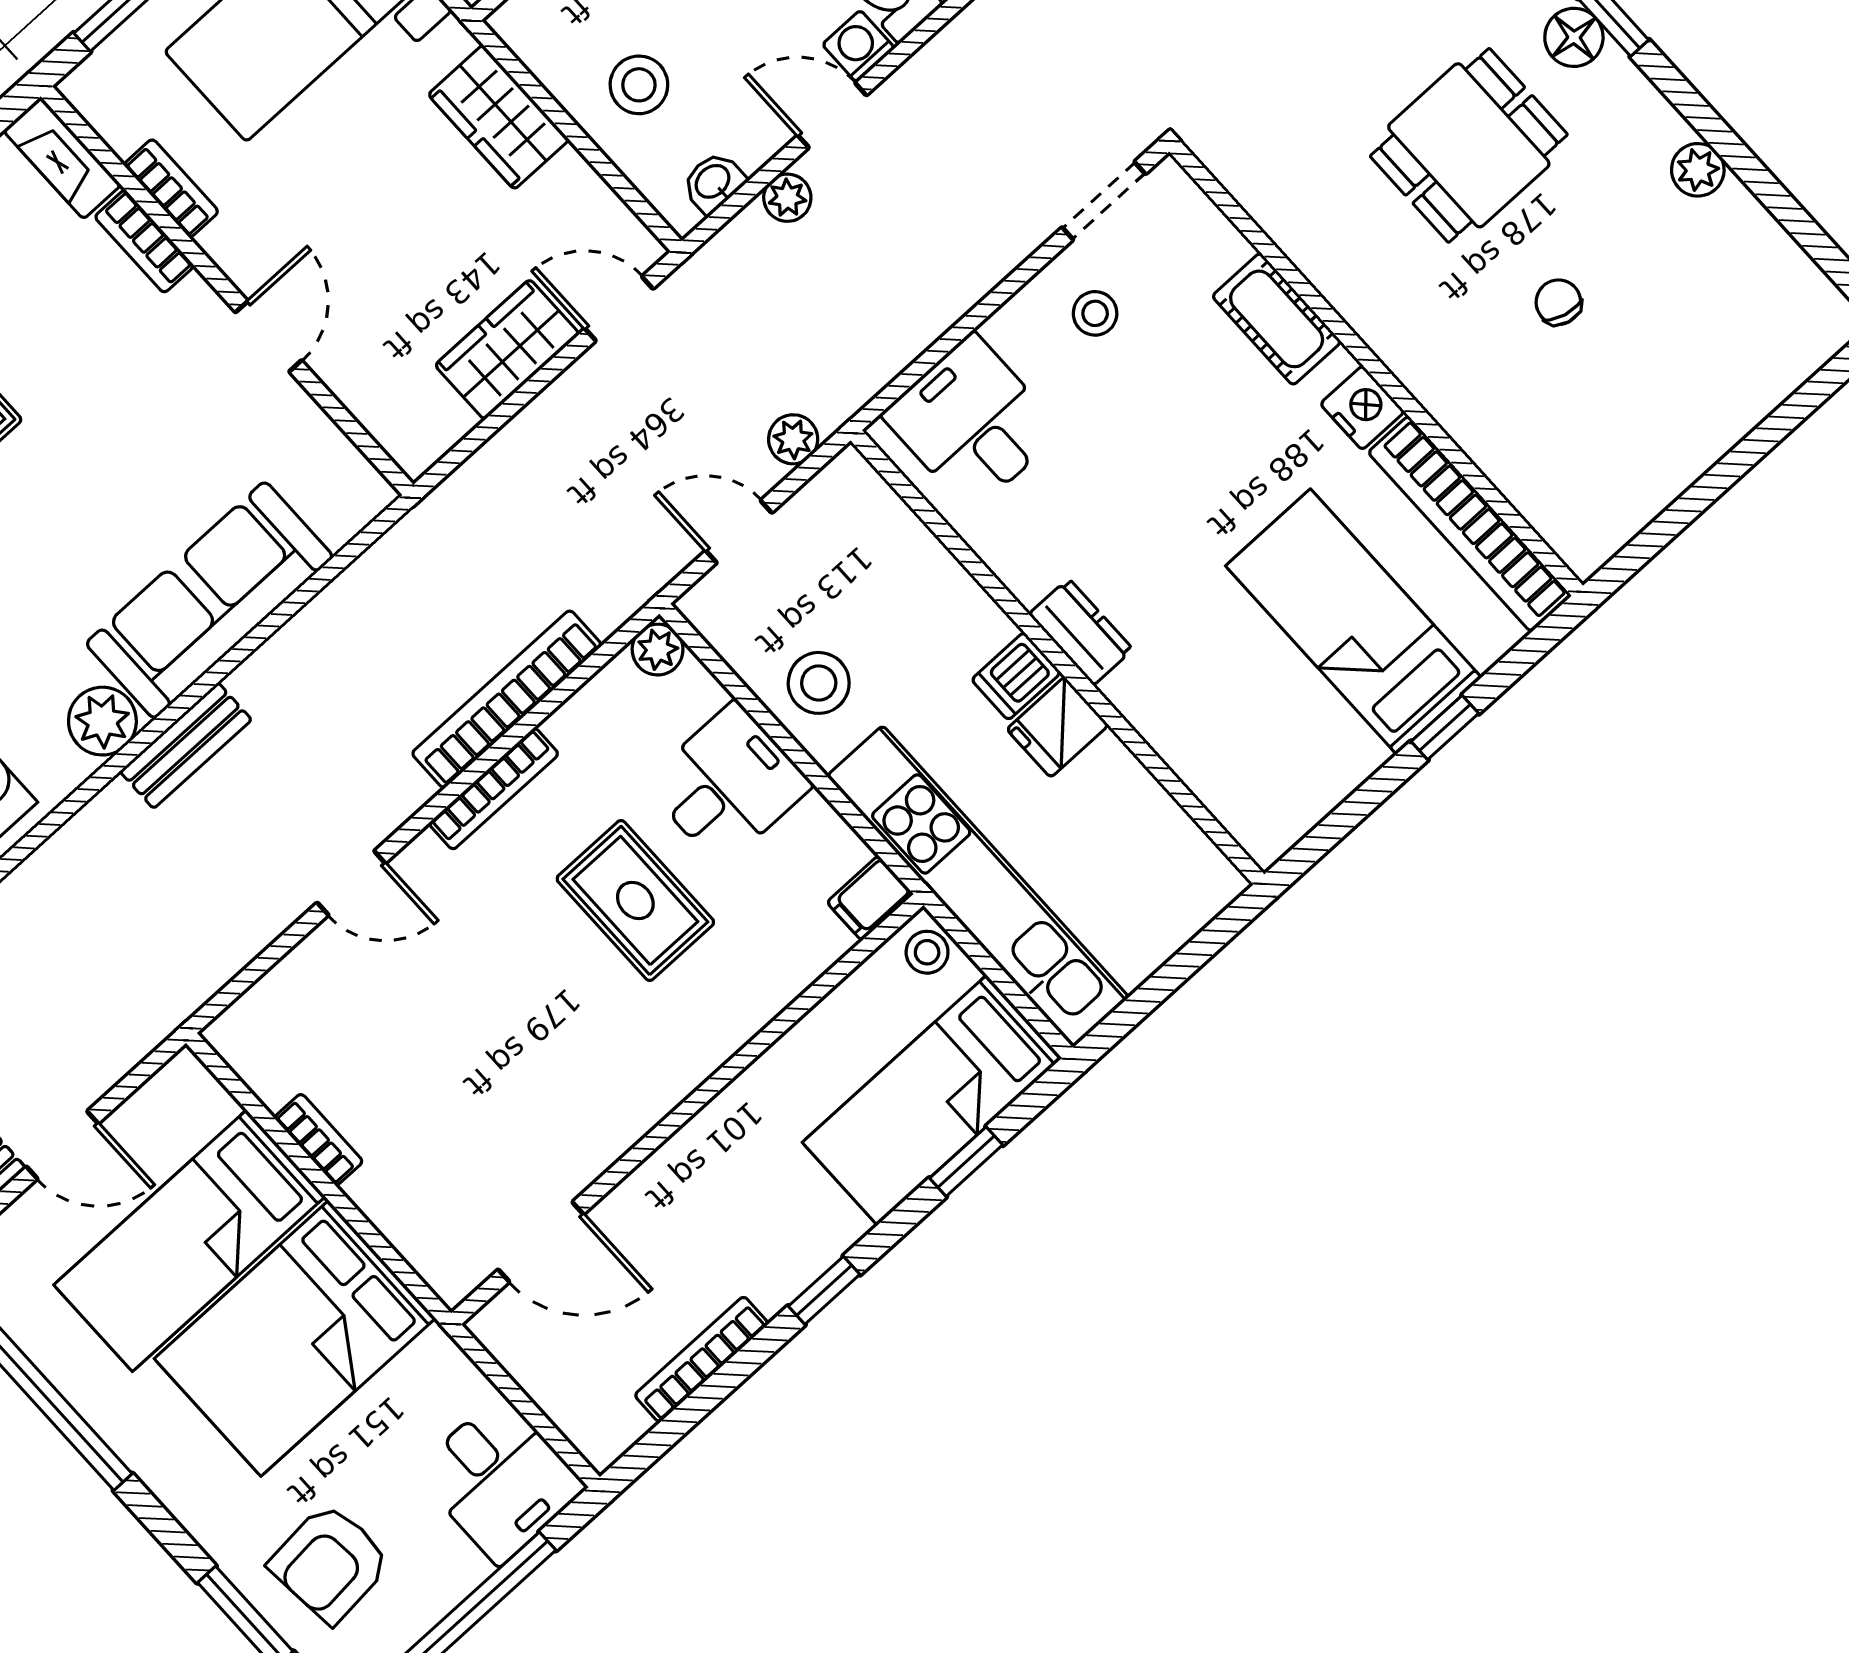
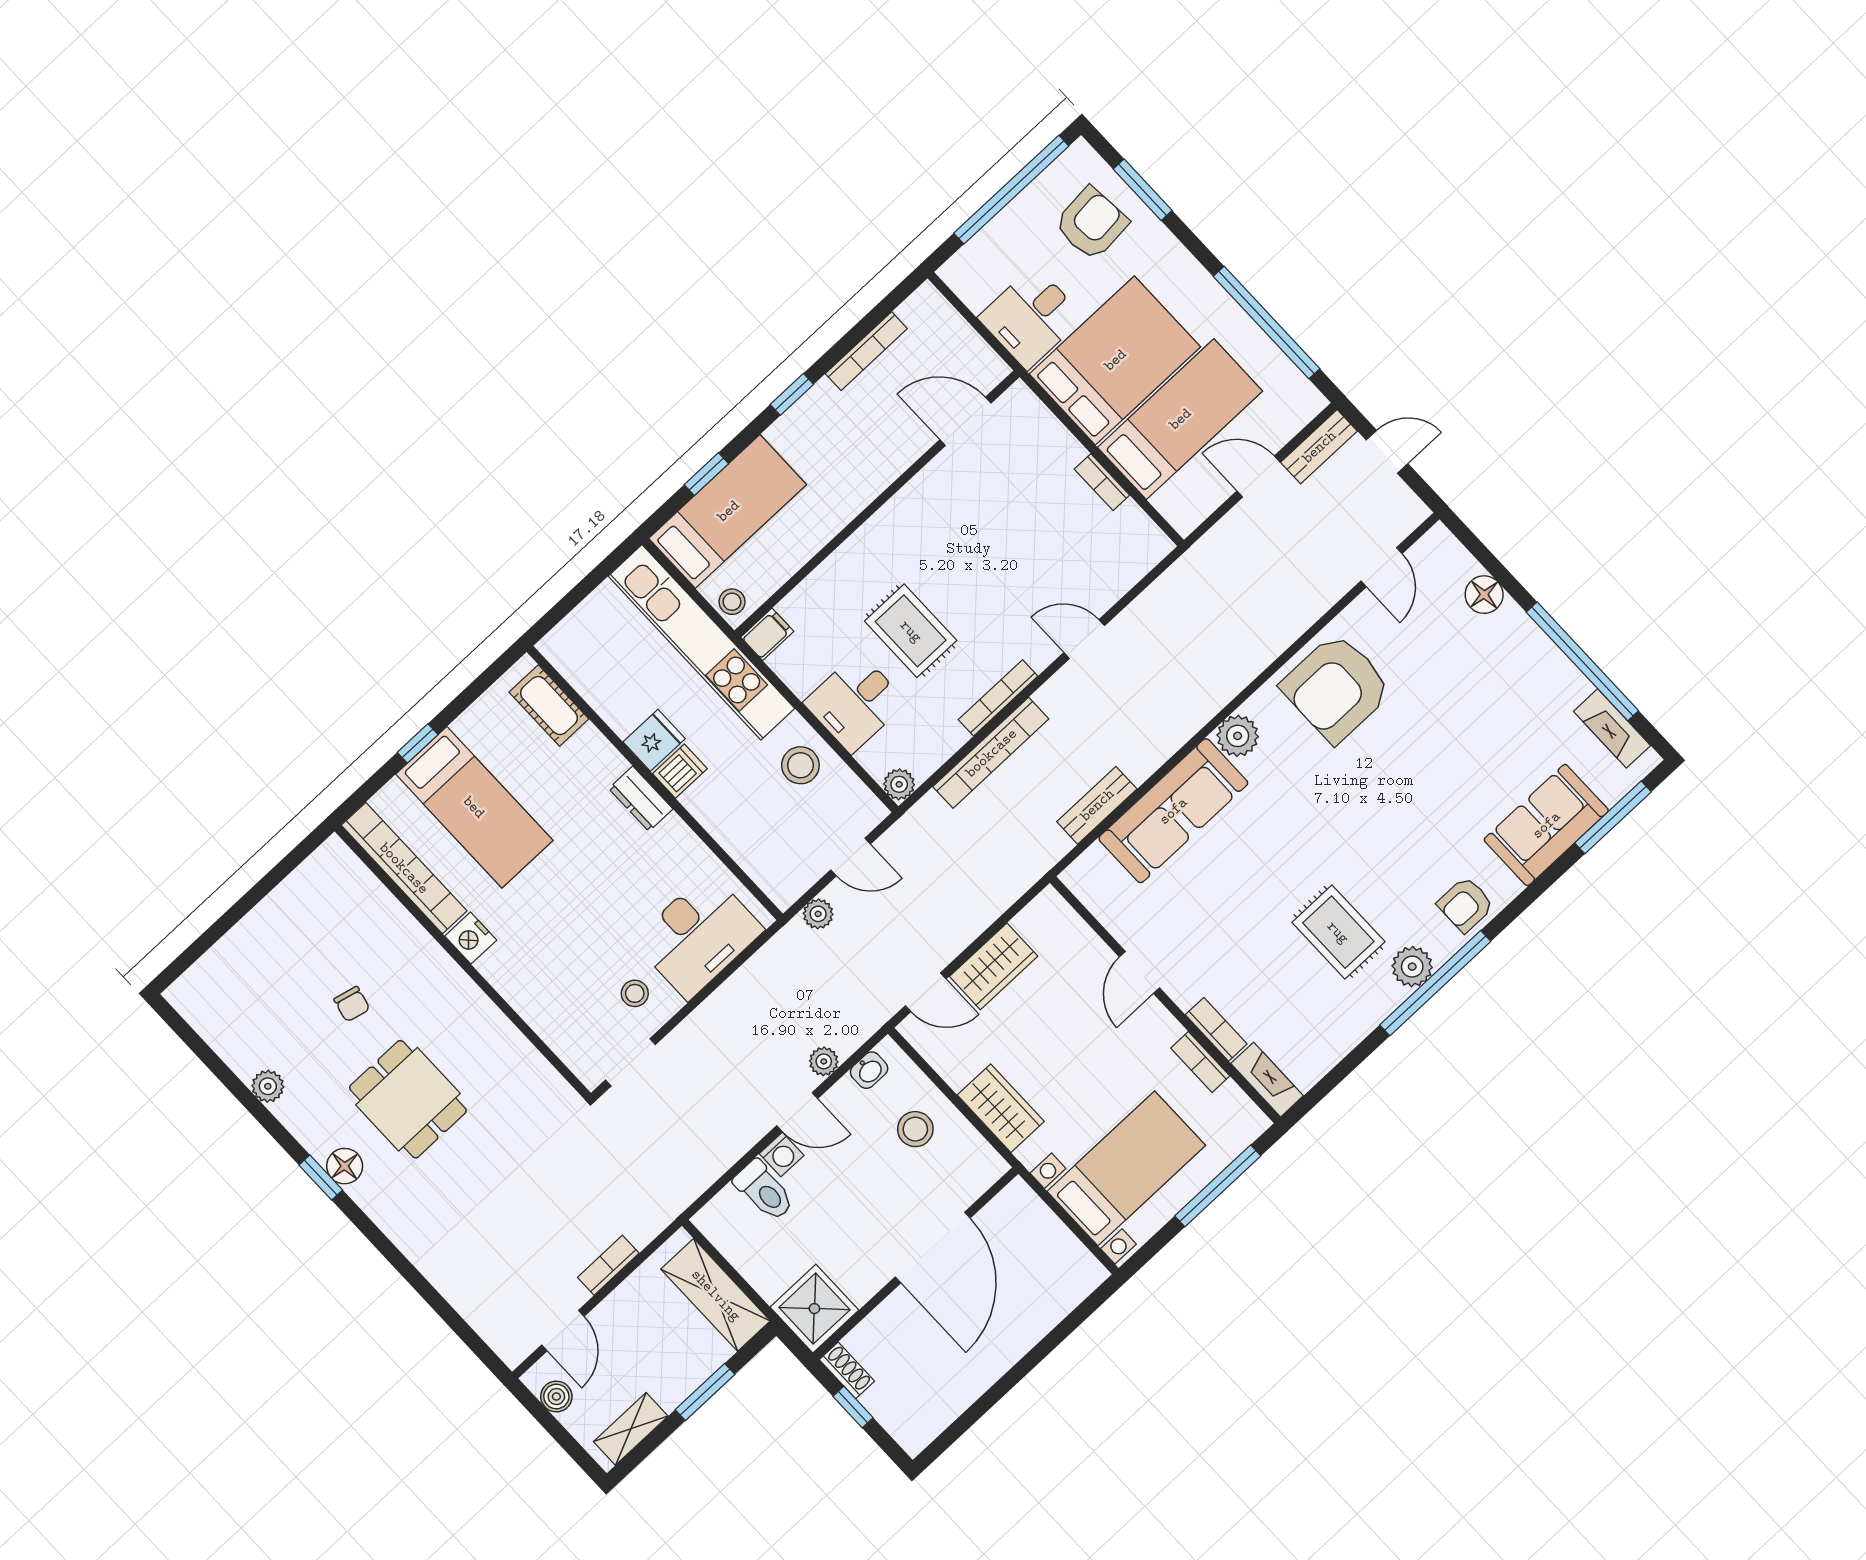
dining table: (1469, 145) -> (408, 1099), turned 90
cot: (1277, 319) -> (549, 706), moved
desk: (972, 423) -> (698, 935), width x1.37
bench: (186, 746) -> (1097, 805), moved
desk: (500, 1479) -> (1031, 317), moved, turned -90

